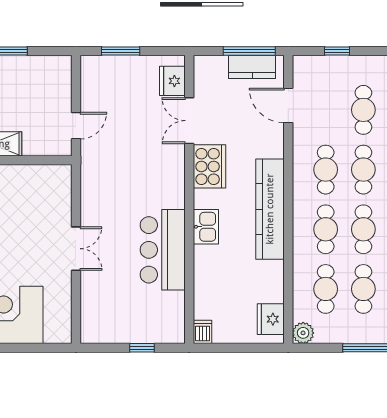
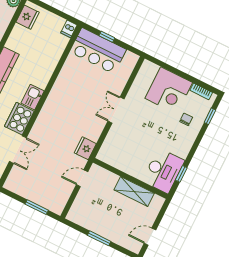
fridge: (172, 81) -> (85, 148), moved, turned 180
kitchen sink: (206, 227) -> (33, 97), moved
bar counter: (163, 250) -> (98, 51), moved, turned 90

